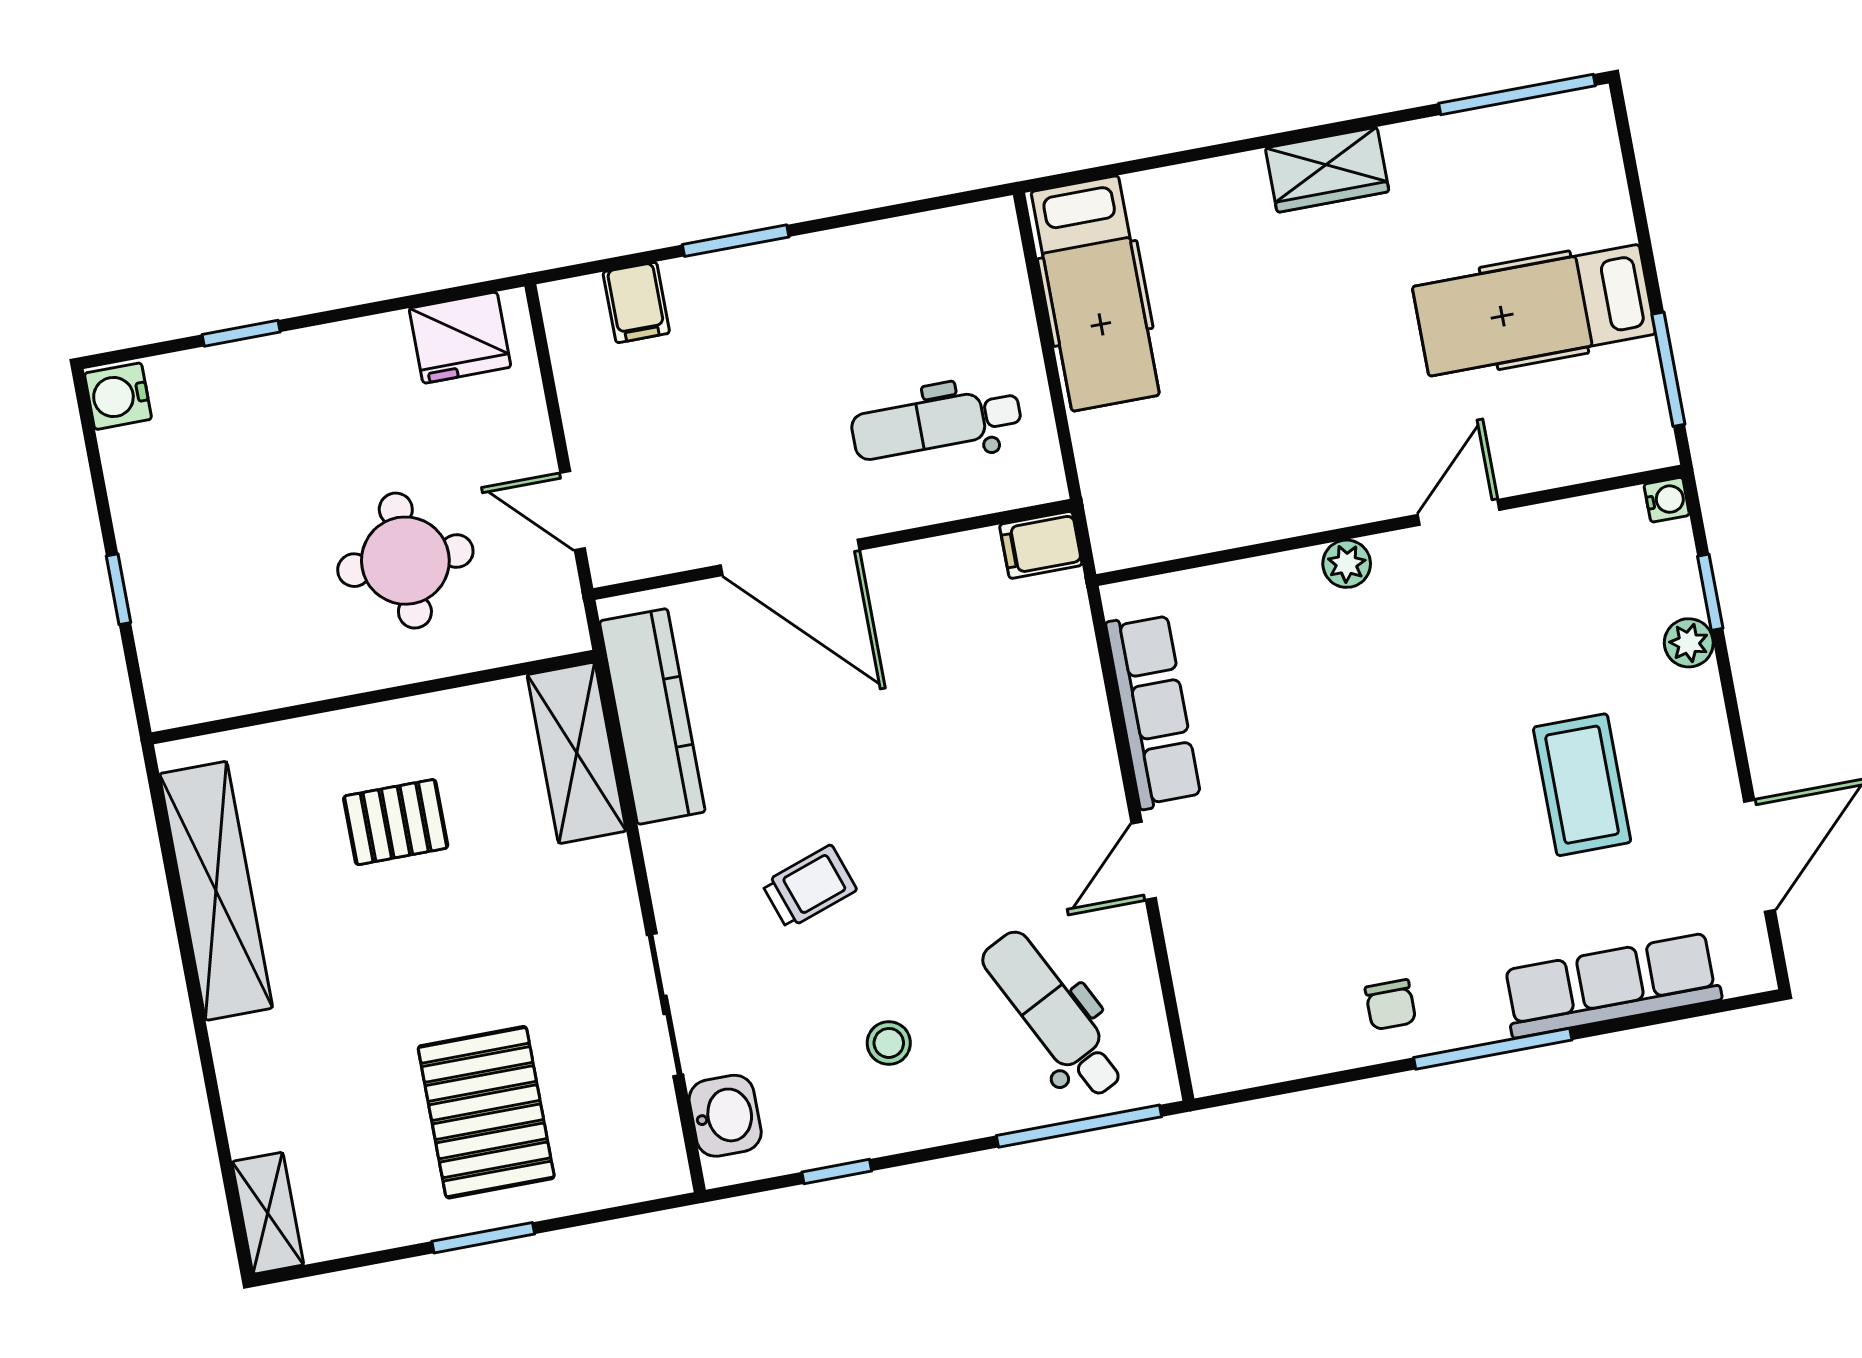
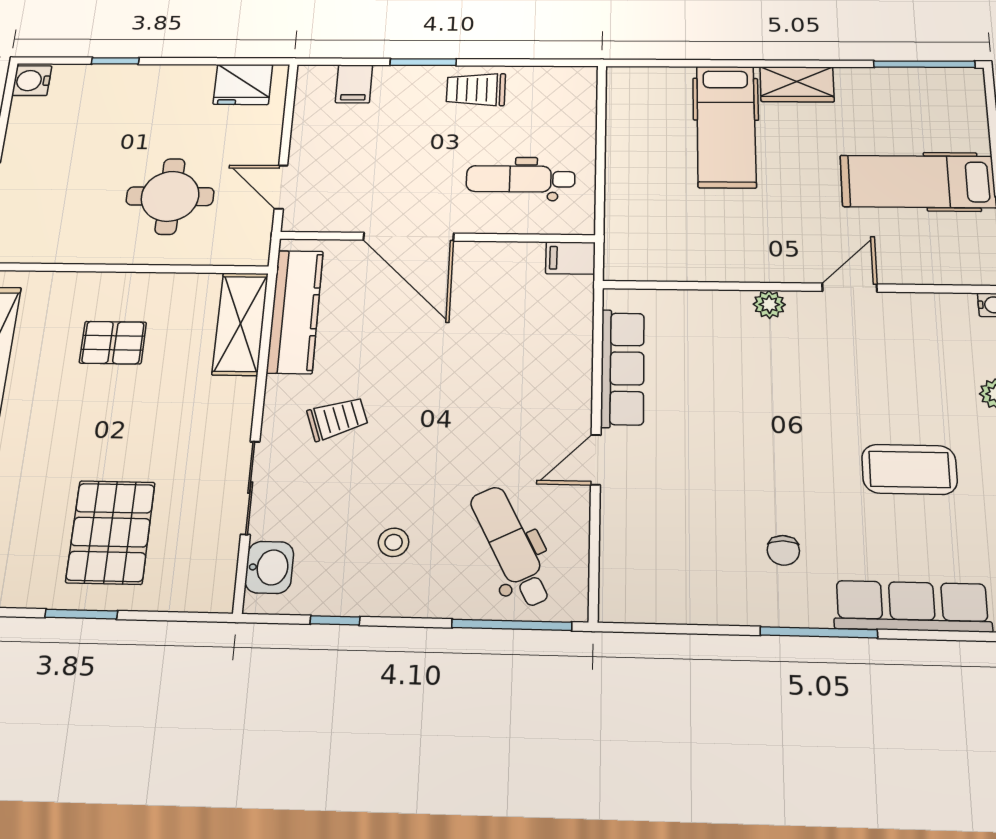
trolley: (831, 276) -> (476, 90), added
hospital bed: (1095, 293) -> (726, 126), moved
coffee table: (1582, 785) -> (909, 469), turned 90
trolley: (809, 887) -> (337, 419), moved
chair: (1390, 1005) -> (783, 550), moved

